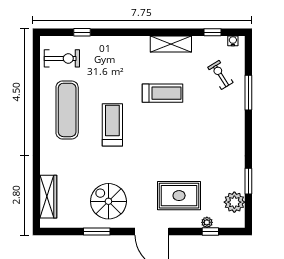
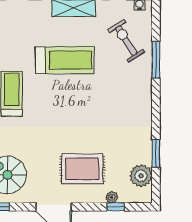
exercise bike: (220, 75) -> (126, 41), width x1.38, depth x1.39
treadmill: (162, 93) -> (65, 60), width x1.37, depth x1.38

